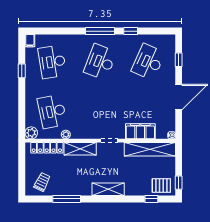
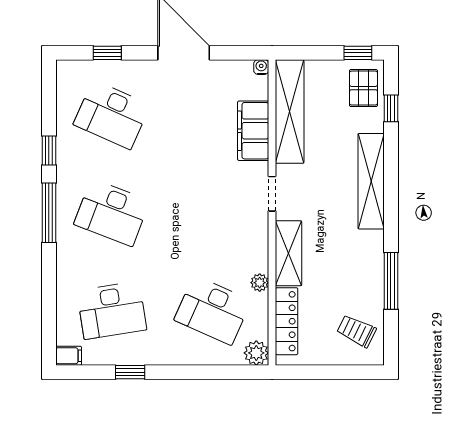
desk: (52, 111) -> (213, 310), turned 36
shelving: (108, 189) -> (371, 181), width x1.47

